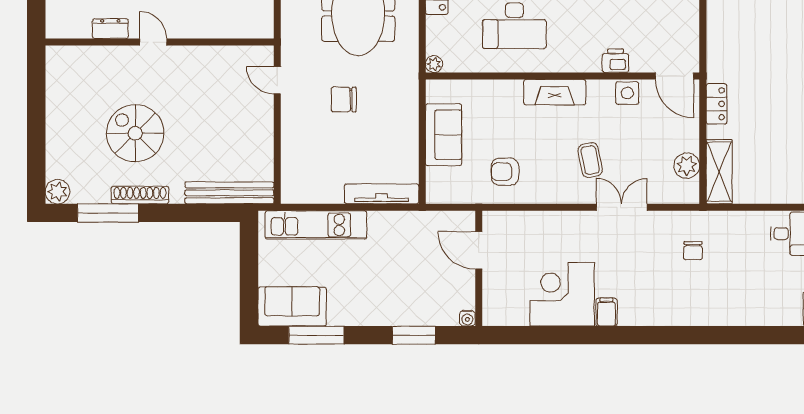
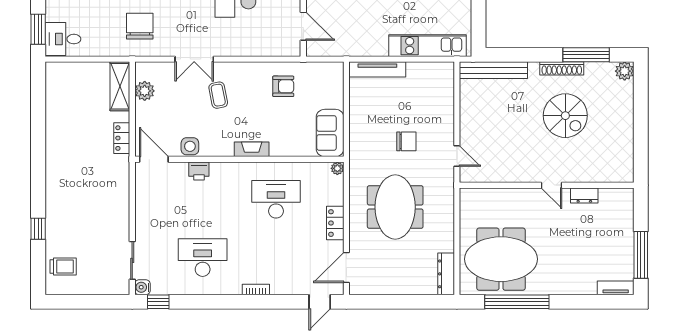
fireplace: (555, 92) -> (252, 149), width x0.73, depth x0.76
sofa: (444, 135) -> (330, 133), moved
chair: (693, 251) -> (140, 26), width x1.87, depth x1.87

